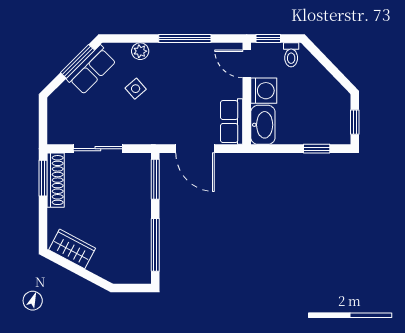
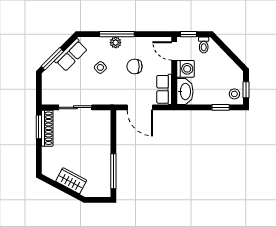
window: (185, 38) -> (117, 34), moved
plant: (140, 51) -> (116, 43), moved
window: (78, 61) -> (52, 59), moved
chair: (187, 87) -> (135, 66), added
stool: (337, 128) -> (234, 94), added
window: (155, 179) -> (113, 128), removed
wardrobe: (72, 249) -> (71, 181), moved

